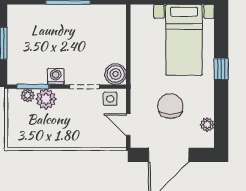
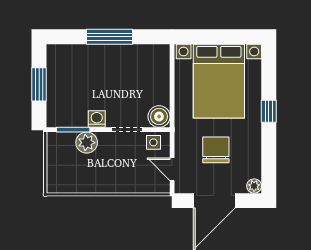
bed with nightstands: (184, 40) -> (219, 81), width x1.36
plant: (28, 95) -> (68, 139), removed
plant: (207, 125) -> (254, 186), moved

